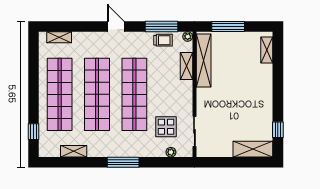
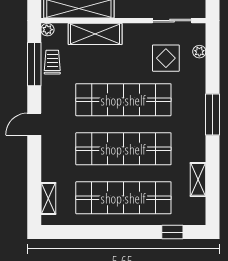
shelving: (186, 66) -> (95, 34), width x1.50, depth x1.33

